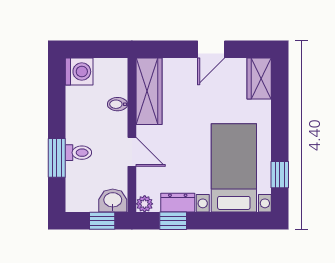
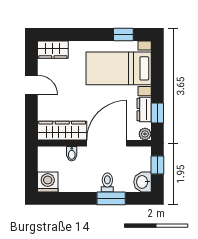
door: (132, 152) -> (107, 143), width x1.87
washbasin: (113, 201) -> (143, 182), moved

